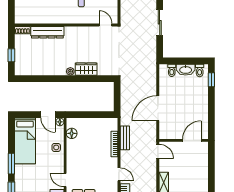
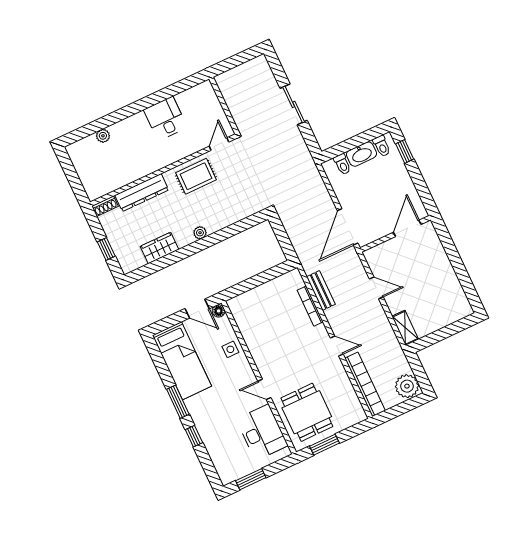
door: (106, 25) -> (219, 144), hinge flipped
rug: (83, 37) -> (196, 176), added
wardrobe: (86, 69) -> (159, 248), moved
floor lamp: (72, 133) -> (243, 319), removed
wall: (184, 140) -> (395, 234), moved
door: (192, 140) -> (407, 228), moved

